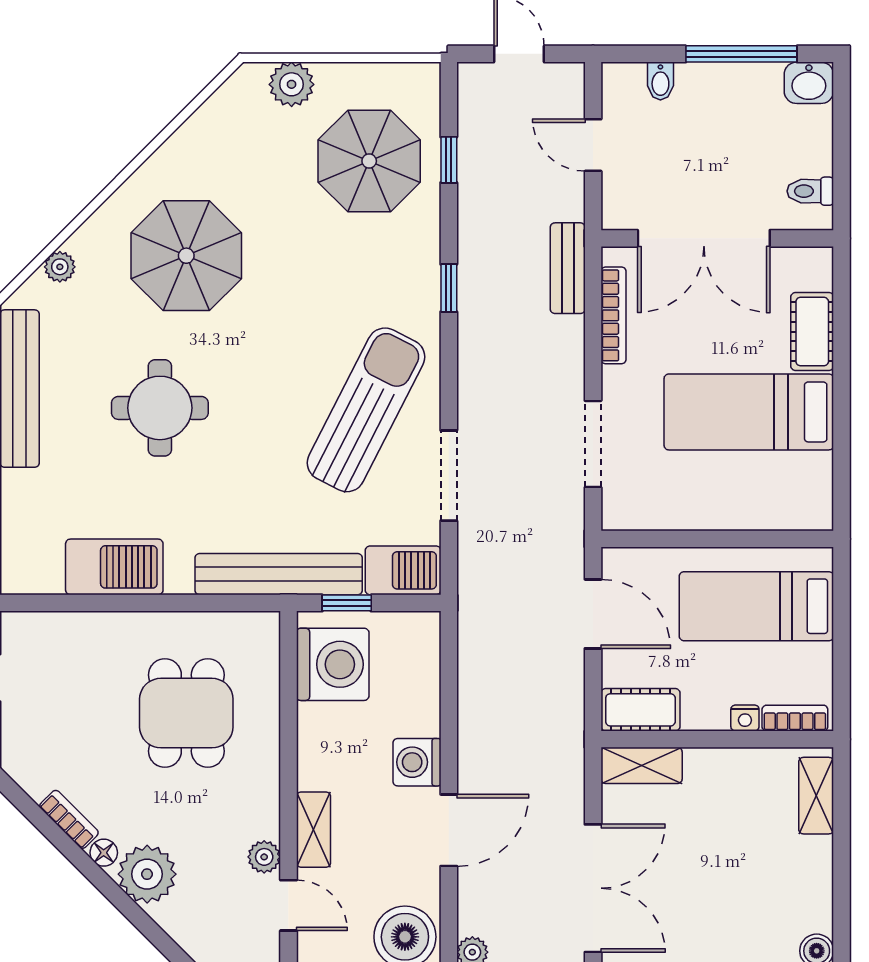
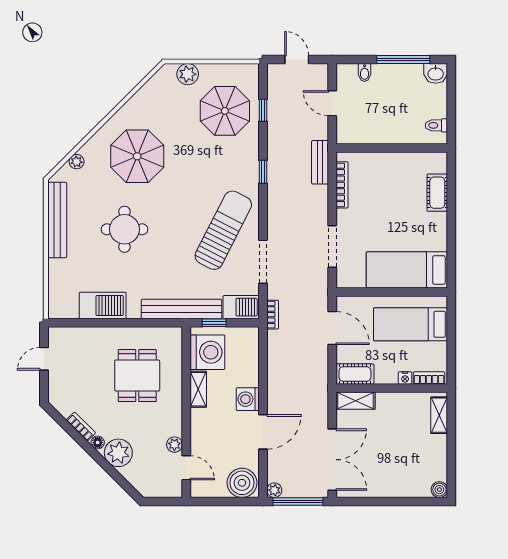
double door: (704, 238) -> (385, 148), removed
bed: (749, 412) -> (407, 270), moved
bookcase: (469, 586) -> (273, 315), added
shelving: (313, 830) -> (198, 389), moved

